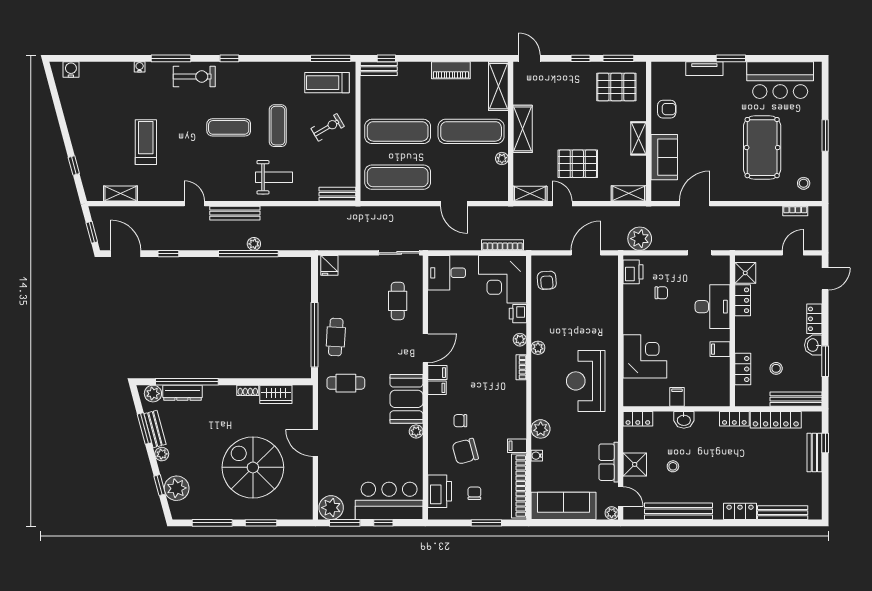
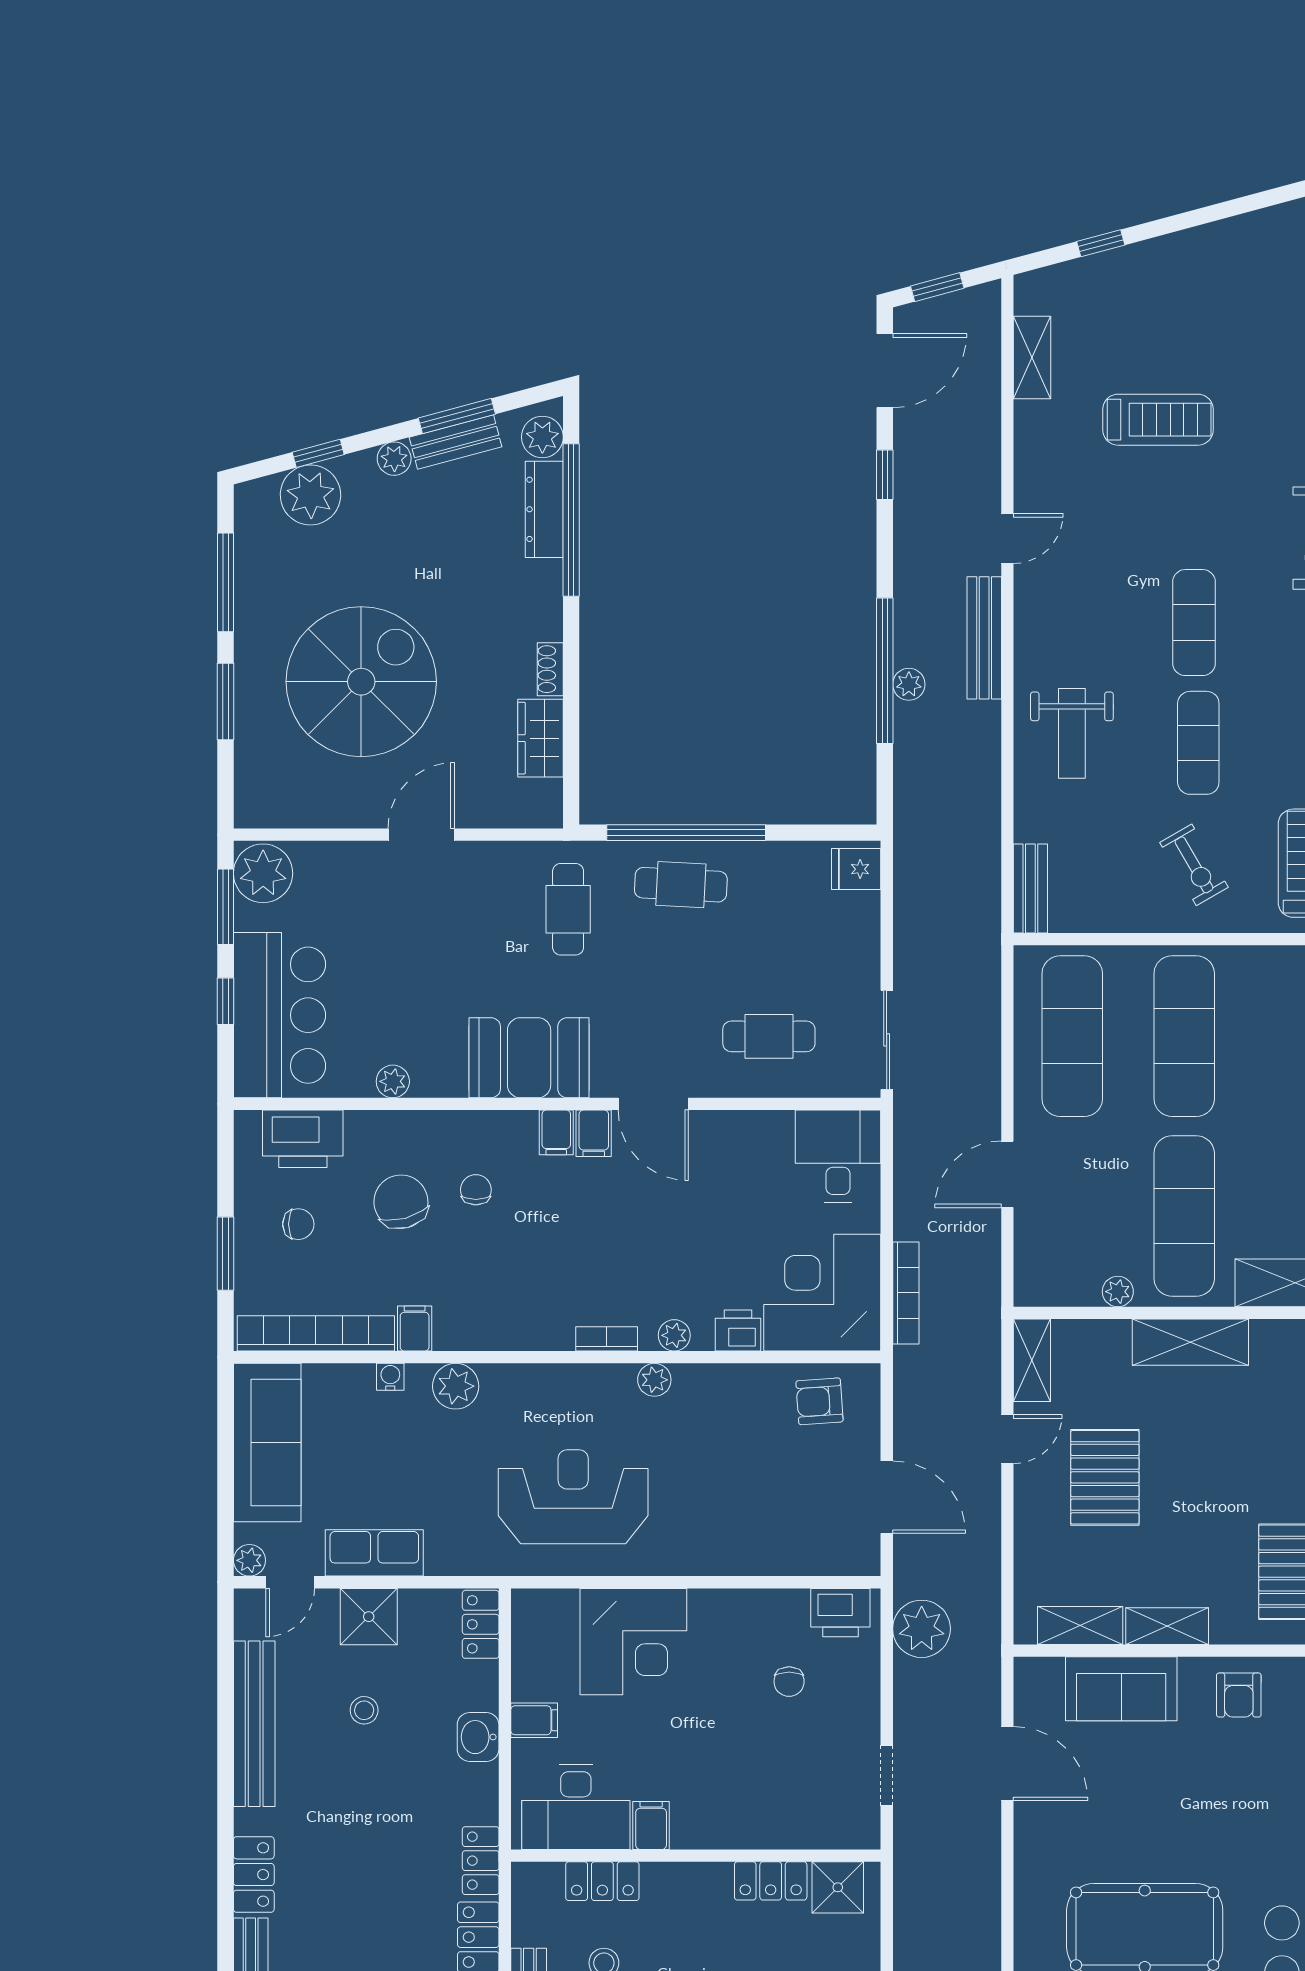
exercise mat: (278, 126) -> (1198, 743), turned 90
shelving: (629, 193) -> (1080, 1625), moved, turned 90
desk: (713, 307) -> (576, 1807), moved
plant: (416, 431) -> (393, 1081), moved

